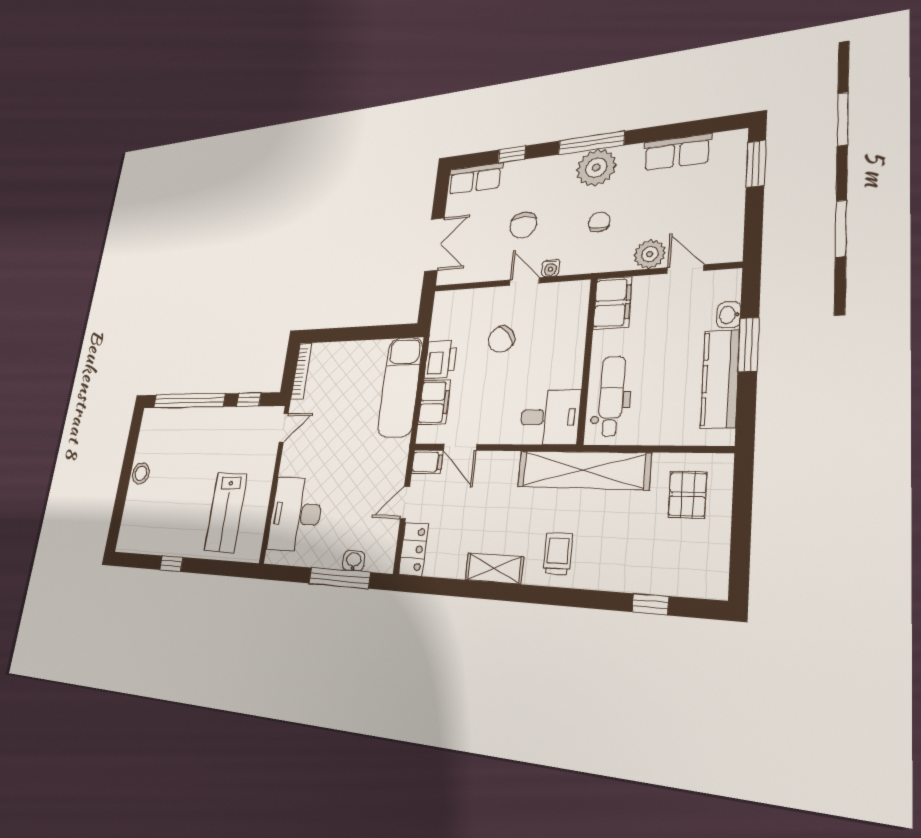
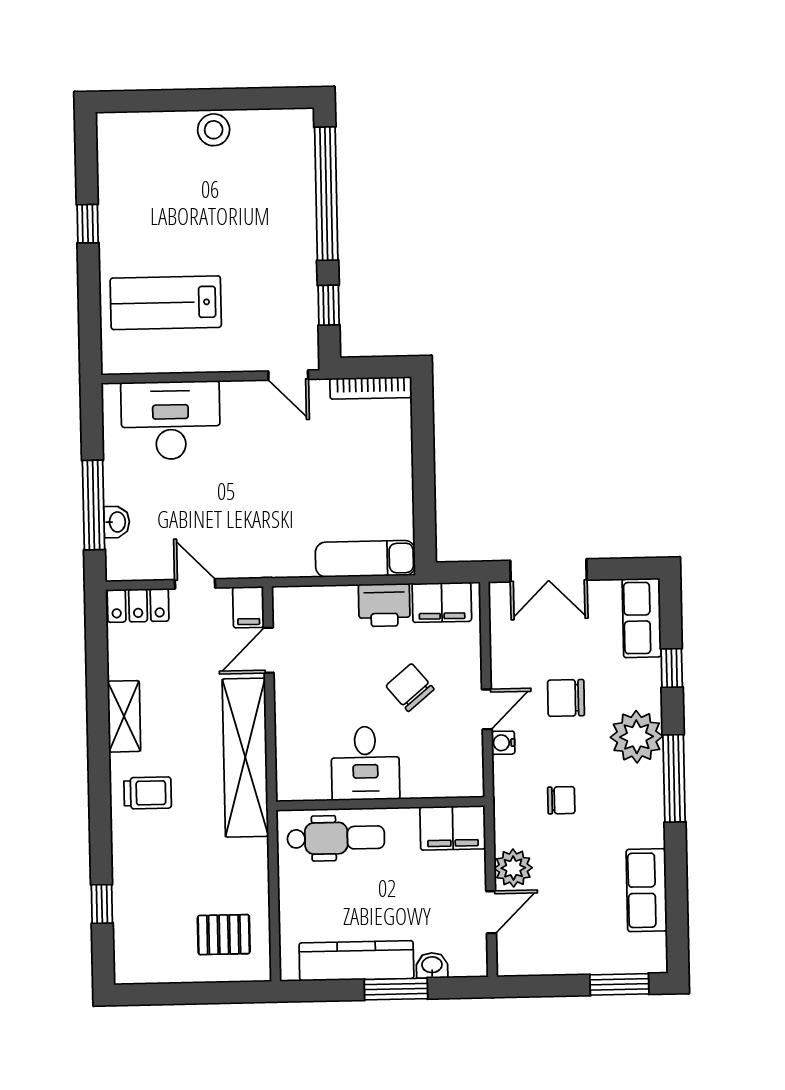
plant: (596, 168) -> (637, 737), moved
exam couch: (400, 387) -> (365, 559), width x0.73, depth x0.69
filing cabinet: (434, 402) -> (442, 602), moved
desk: (550, 417) -> (365, 763), moved
shelving: (583, 470) -> (245, 758), moved

